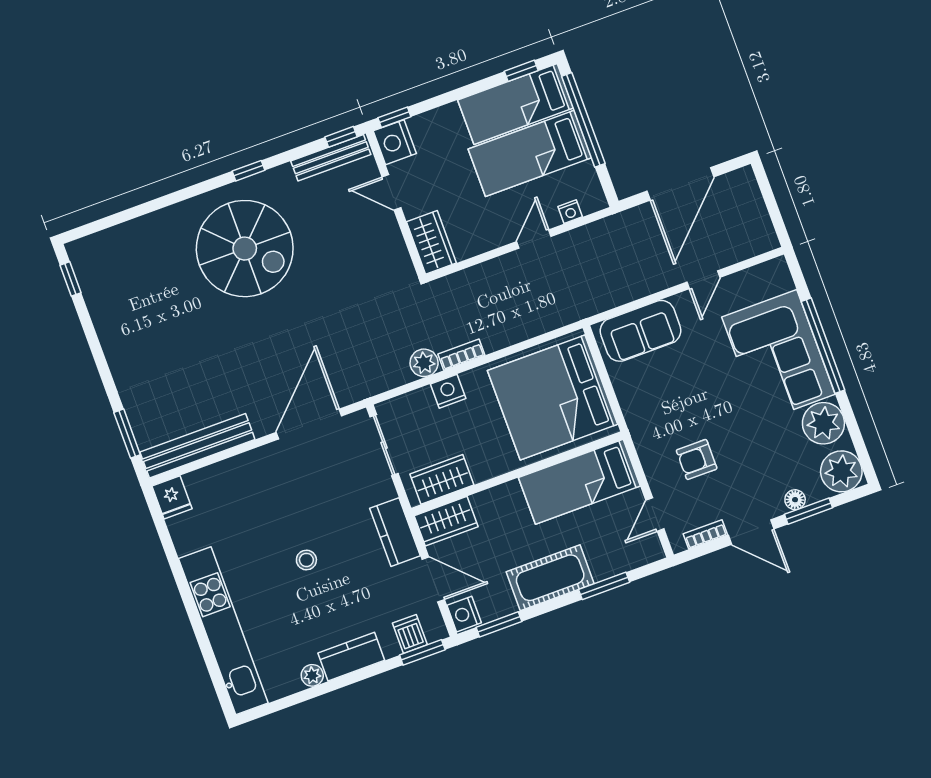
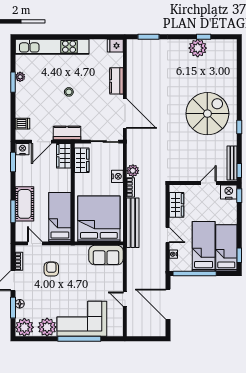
window: (583, 120) -> (195, 274), moved
wardrobe: (431, 242) -> (176, 205), moved, turned -90
spiral stairs: (245, 249) -> (207, 114), turned 180
window: (71, 279) -> (204, 37), moved
plant: (113, 320) -> (198, 48), added
sofa: (641, 331) -> (106, 255), moved, turned -90
bench: (197, 446) -> (133, 223), moved
cot: (550, 578) -> (25, 204), moved
window: (422, 652) -> (13, 82), moved
kitchen counter: (351, 657) -> (116, 81), moved, turned 180

